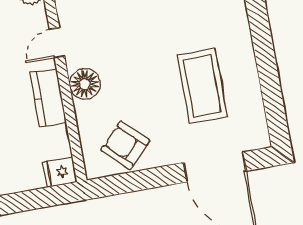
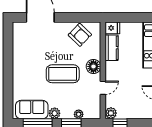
coffee table: (202, 86) -> (63, 74), moved, turned 90
kitchen counter: (48, 98) -> (111, 48), moved

